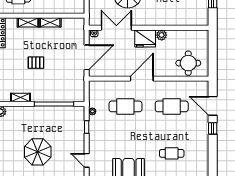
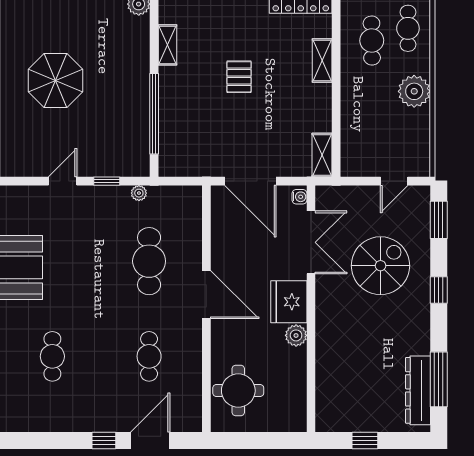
shelving: (50, 22) -> (322, 155), moved
cafe table: (172, 106) -> (149, 356), width x0.73, depth x0.74
door: (87, 160) -> (63, 181), moved

